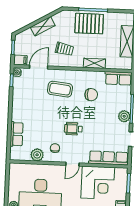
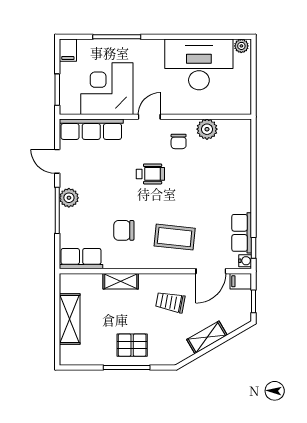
pallet: (89, 24) -> (132, 345), width x0.67, depth x0.71
row of seats: (17, 134) -> (242, 233), moved

